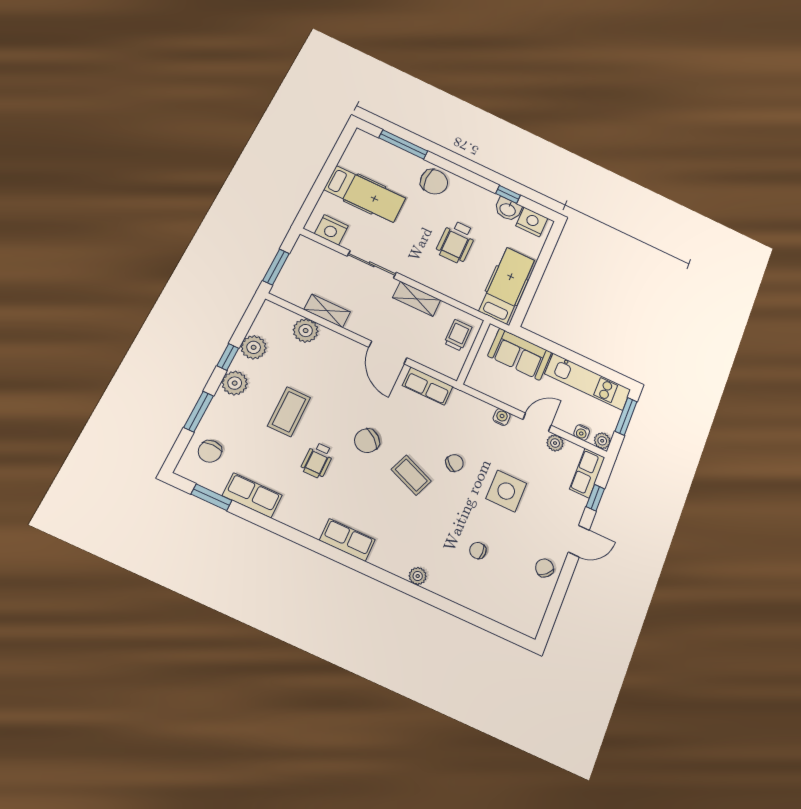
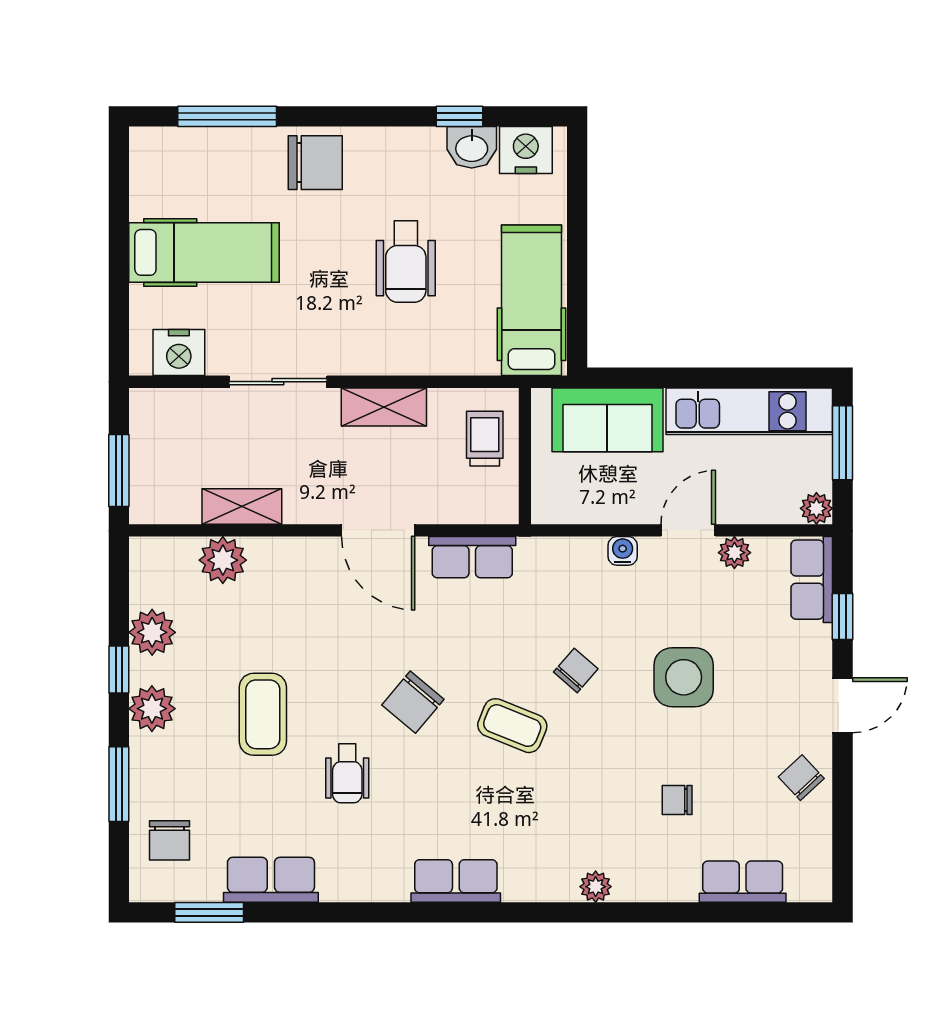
water cooler: (582, 433) -> (774, 511), removed
row of seats: (494, 608) -> (743, 882), added

